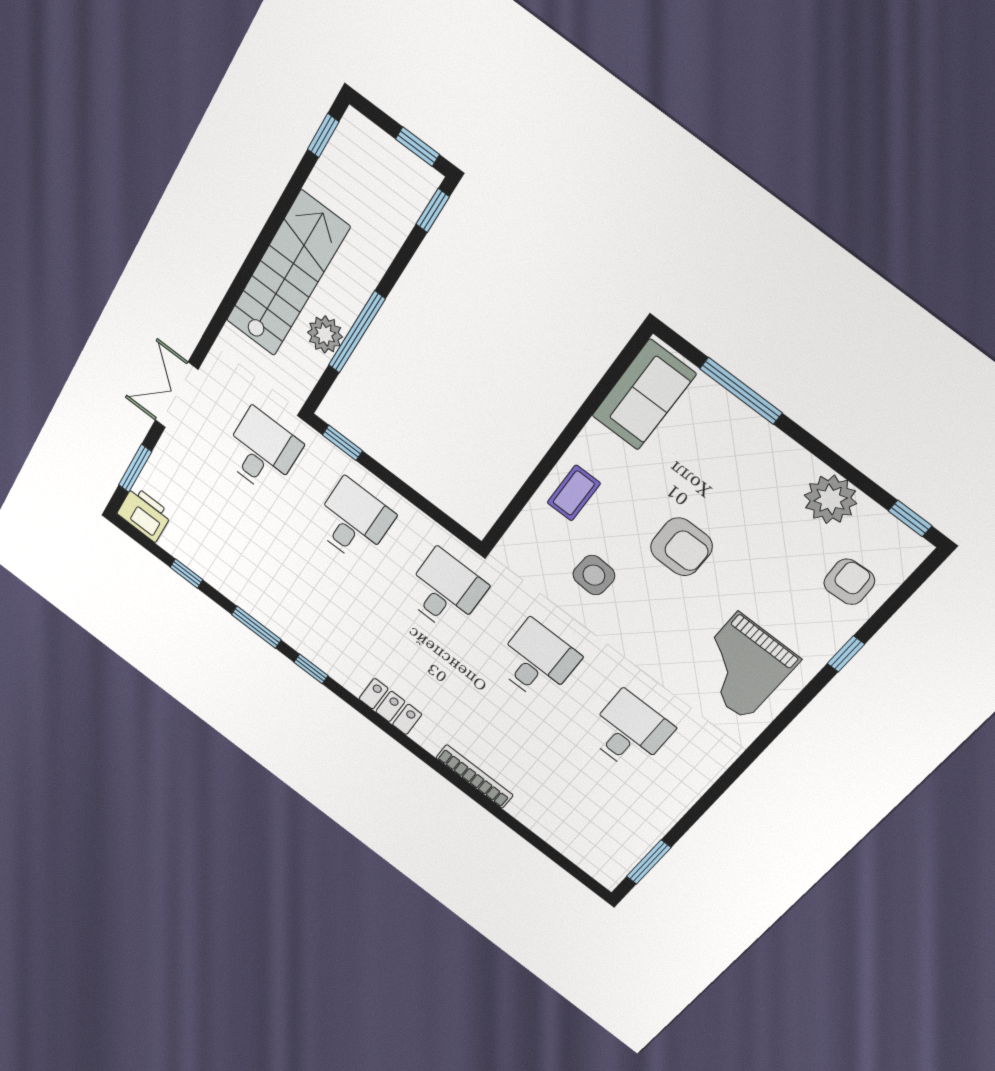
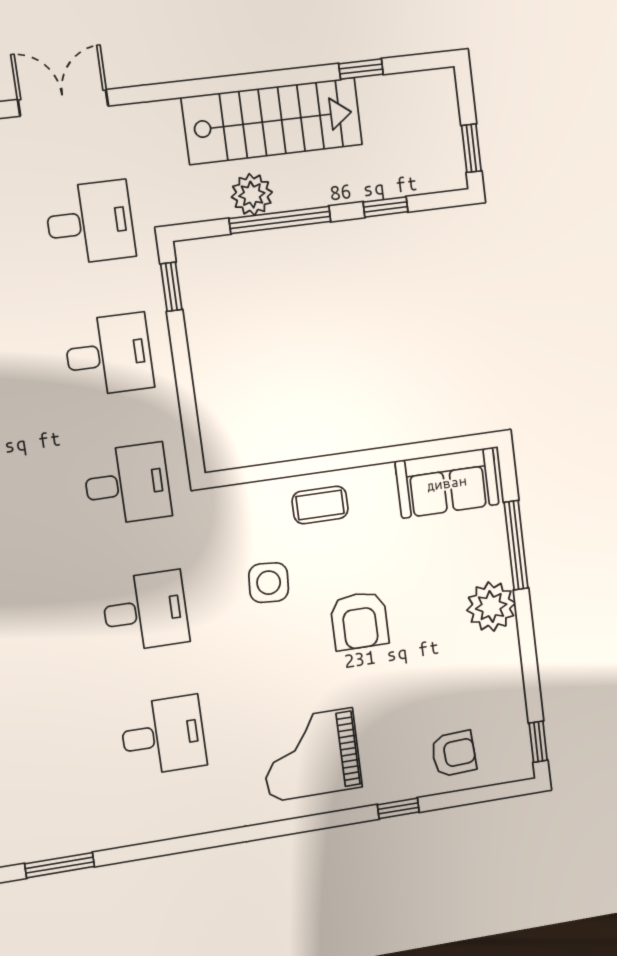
window: (323, 136) -> (361, 69), moved
window: (433, 211) -> (385, 207), moved
plant: (830, 499) -> (491, 607), moved

